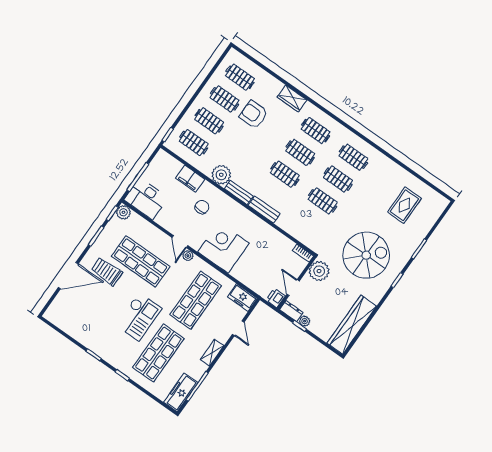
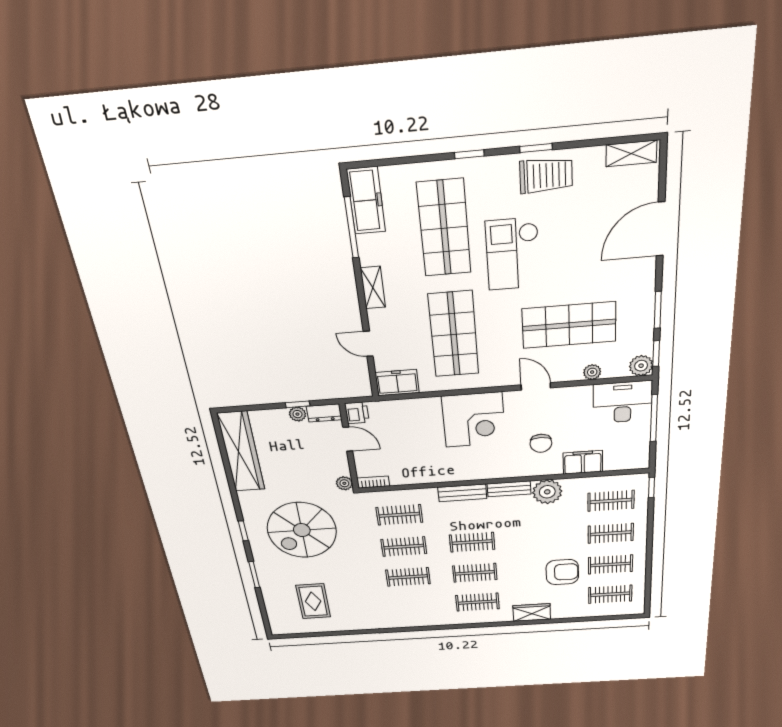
clothes rail: (353, 157) -> (399, 515), moved
plant: (188, 256) -> (592, 372), moved
trolley: (107, 271) -> (546, 175), moved
plant: (319, 271) -> (344, 483), width x0.53, depth x0.53
shelving: (57, 320) -> (631, 154), added

